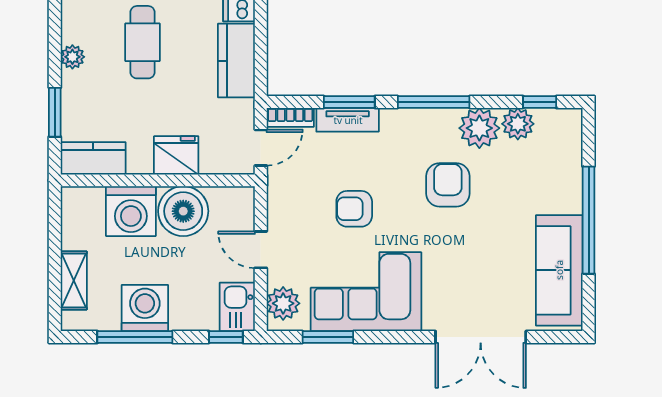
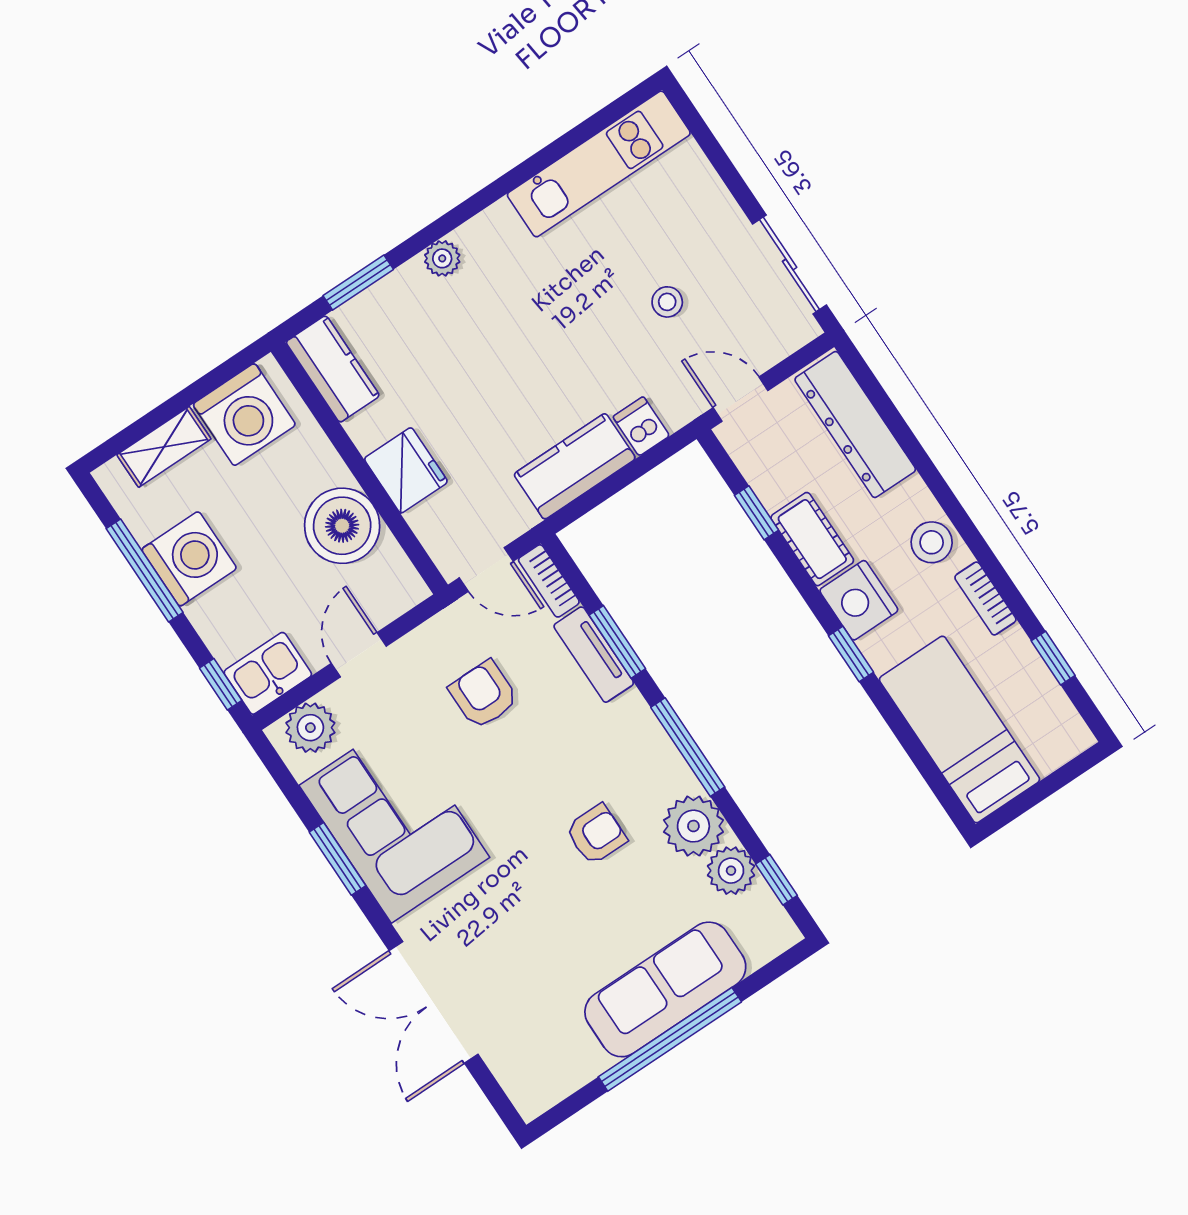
cafe table: (143, 42) -> (519, 334), removed
armchair: (448, 185) -> (596, 834), width x0.72, depth x0.72
armchair: (354, 209) -> (484, 695), moved
washing machine: (131, 211) -> (244, 415), moved, turned -90
sofa: (559, 270) -> (665, 989), moved
window: (328, 337) -> (338, 859), moved

